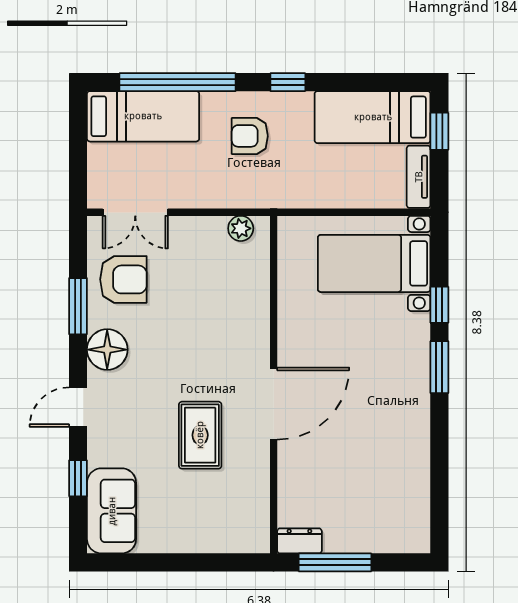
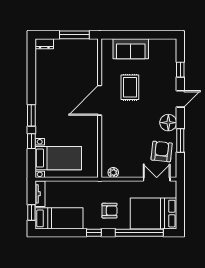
bed: (143, 116) -> (153, 214), width x1.50
armchair: (123, 279) -> (162, 151), turned 96
sofa: (112, 511) -> (131, 49), moved, turned -90
dresser: (299, 541) -> (44, 44), moved

